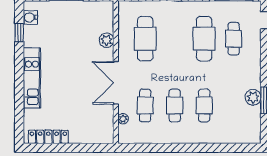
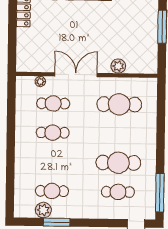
plant: (253, 97) -> (43, 210), moved
cafe table: (204, 105) -> (52, 191), moved

